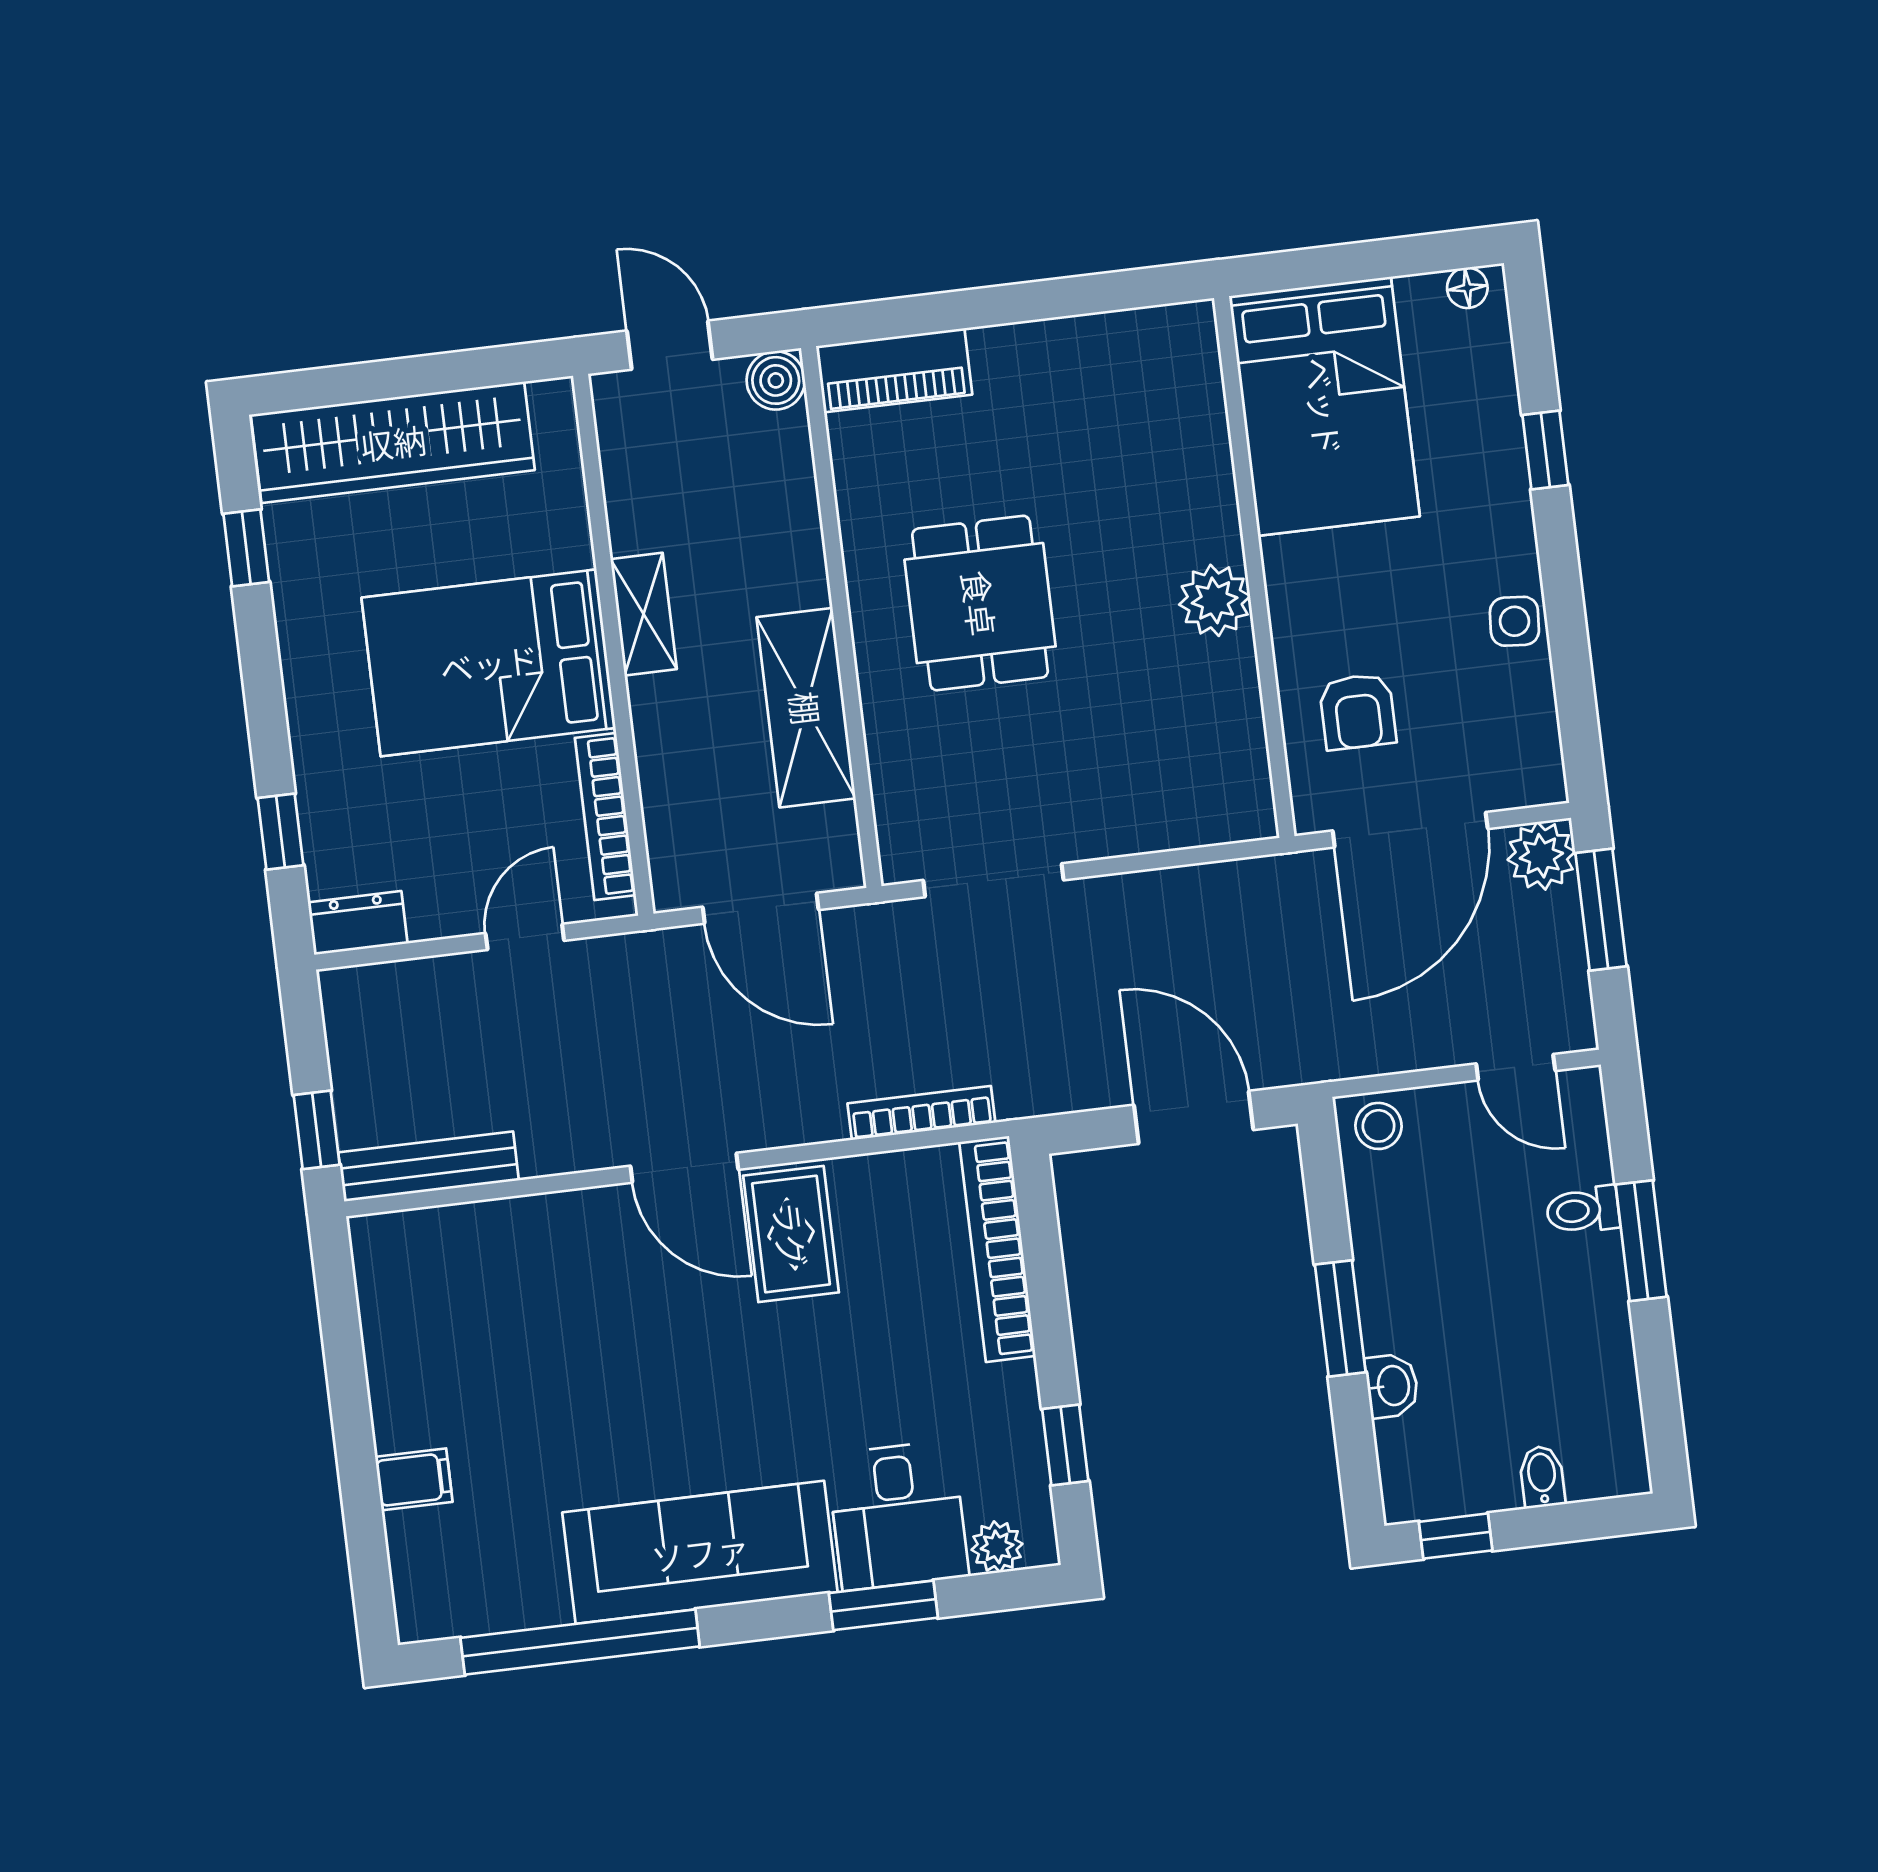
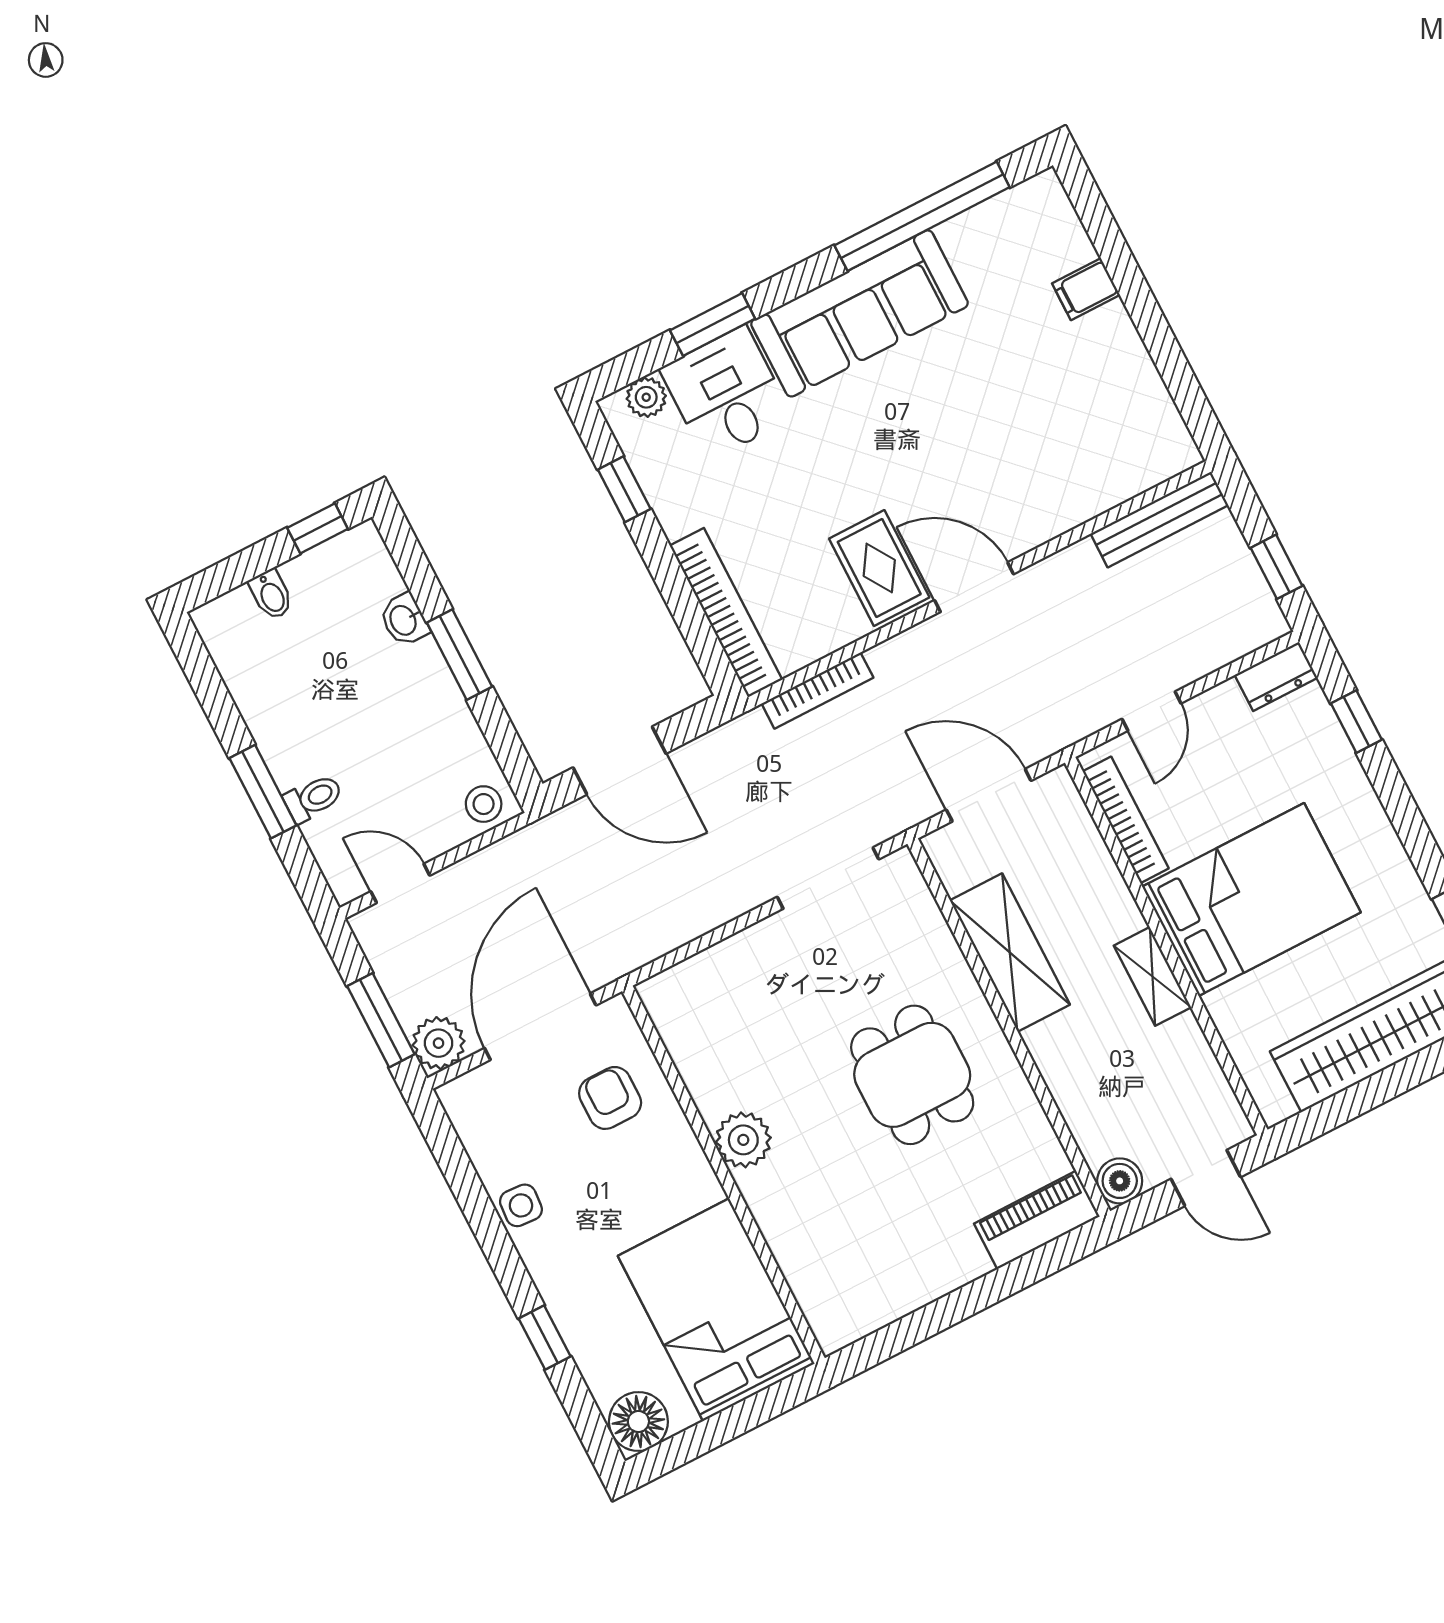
floor lamp: (1467, 288) -> (638, 1421), width x1.89, depth x1.89
window: (317, 1130) -> (1276, 567), moved

